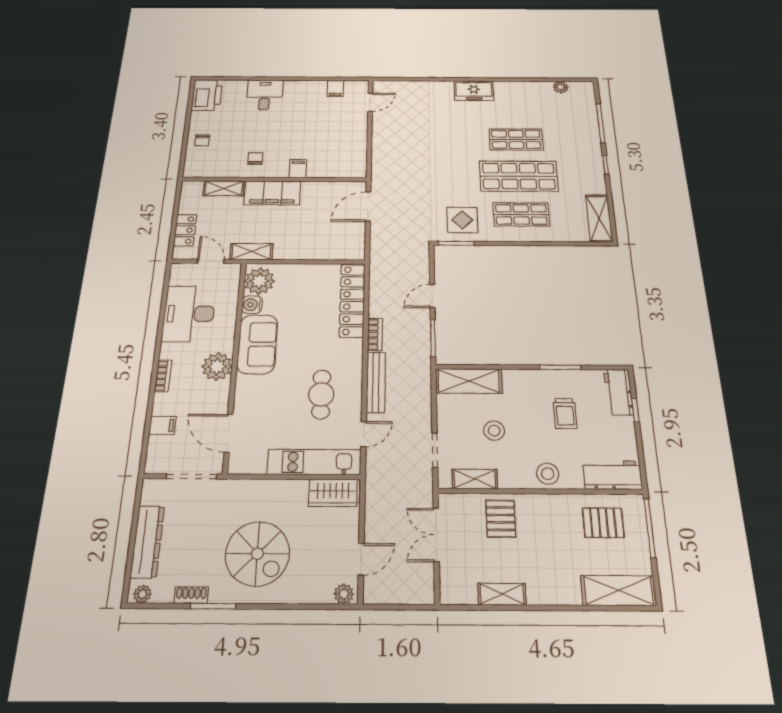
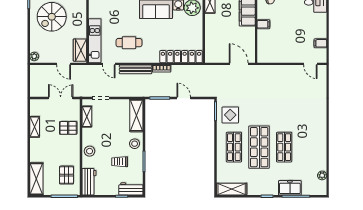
freezer: (474, 91) -> (290, 188), moved, turned 90
stool: (494, 431) -> (135, 144), moved
door: (361, 559) -> (64, 64), moved

